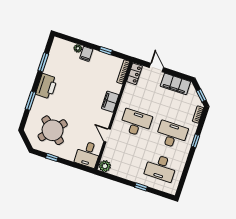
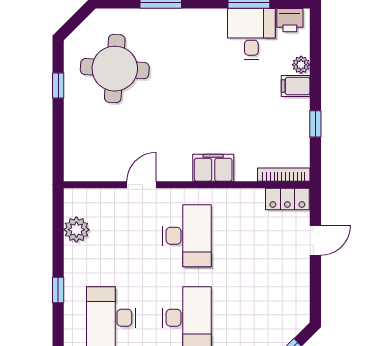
filing cabinet: (175, 84) -> (294, 291), removed
printer: (46, 86) -> (290, 20), moved, width x0.53, depth x0.68
round table: (53, 130) -> (115, 69), turned -36
desk: (88, 154) -> (251, 34), moved, turned 90
plant: (105, 166) -> (76, 230), moved

